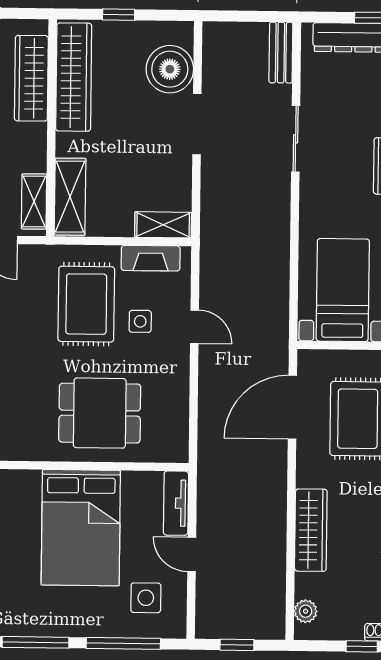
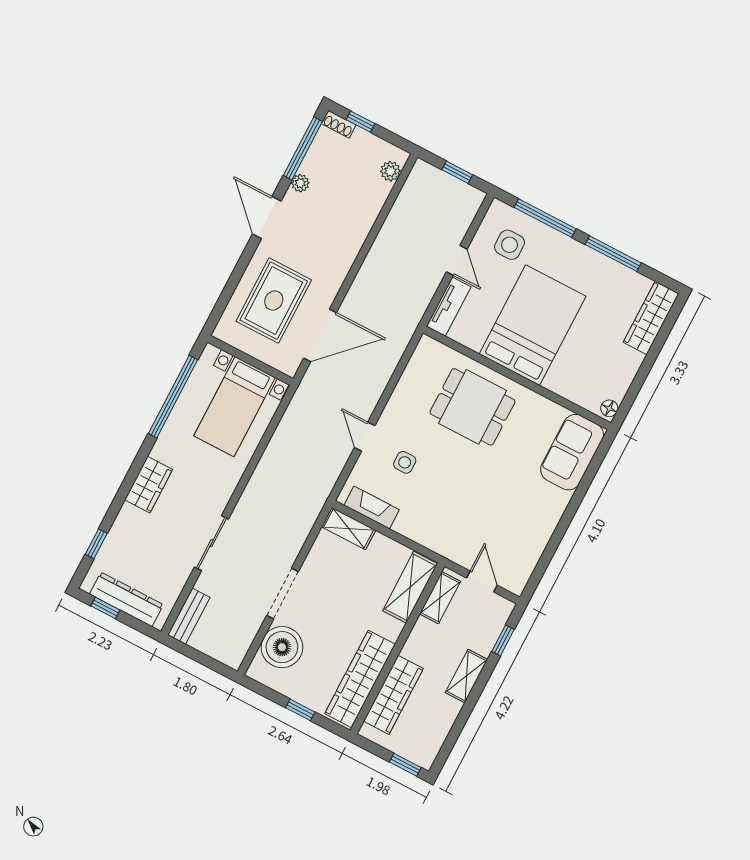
rug: (86, 304) -> (440, 497), removed
wardrobe: (311, 530) -> (354, 232), removed

